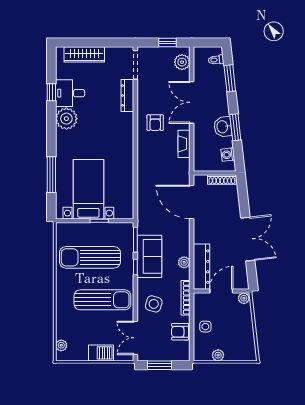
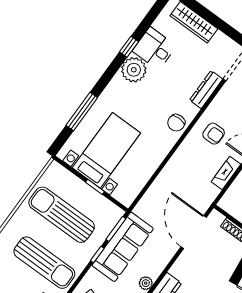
window: (51, 92) -> (129, 47), moved
armchair: (155, 123) -> (214, 134), turned -90
chair: (123, 134) -> (176, 123), added
sofa: (149, 256) -> (123, 247), width x1.36

